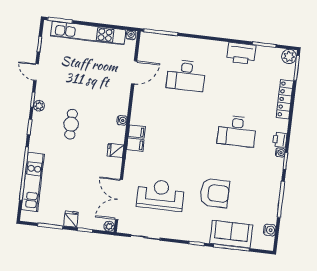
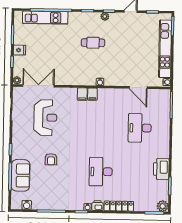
locker: (285, 99) -> (119, 206), moved
fridge: (115, 150) -> (76, 79), removed
armchair: (215, 193) -> (51, 159), width x0.53, depth x0.53

